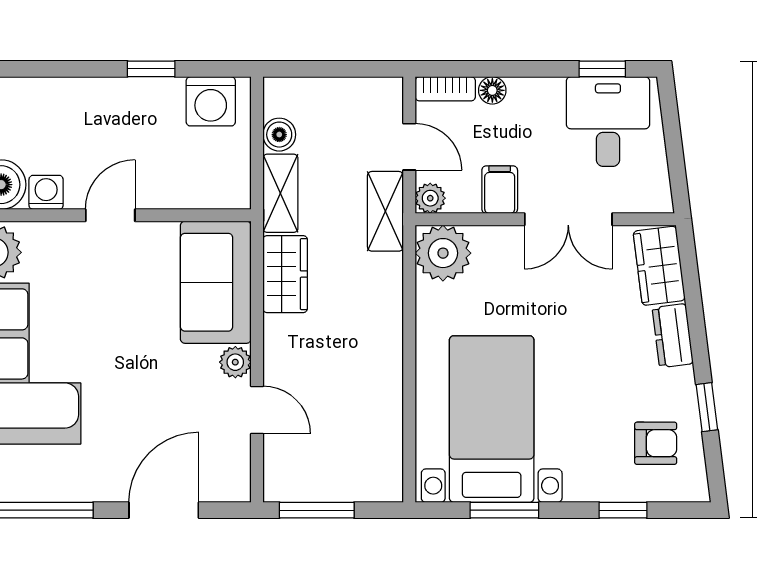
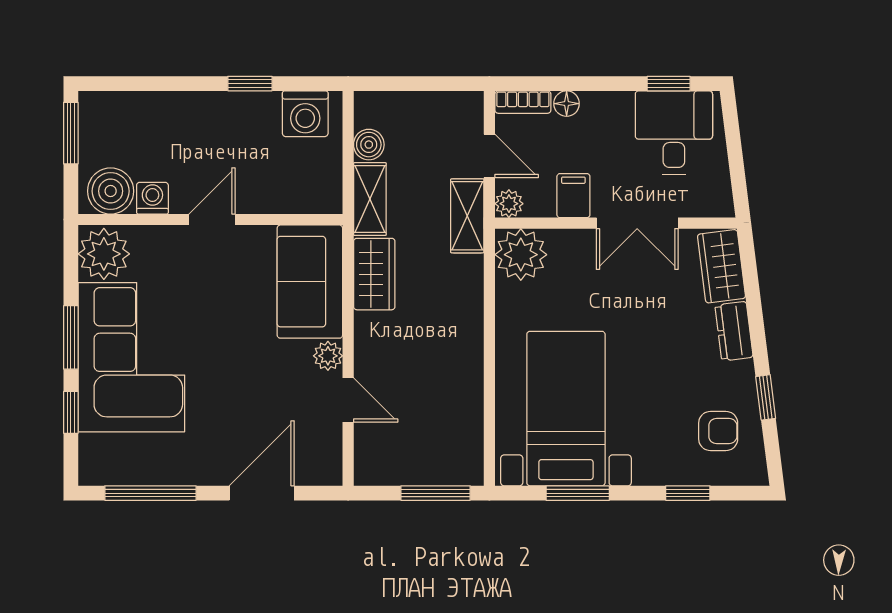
window: (317, 510) -> (436, 493), moved

